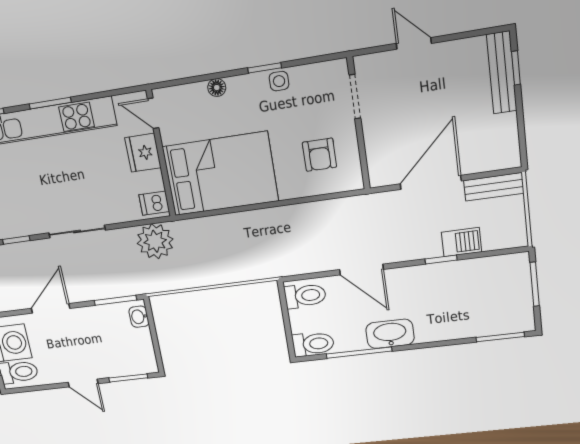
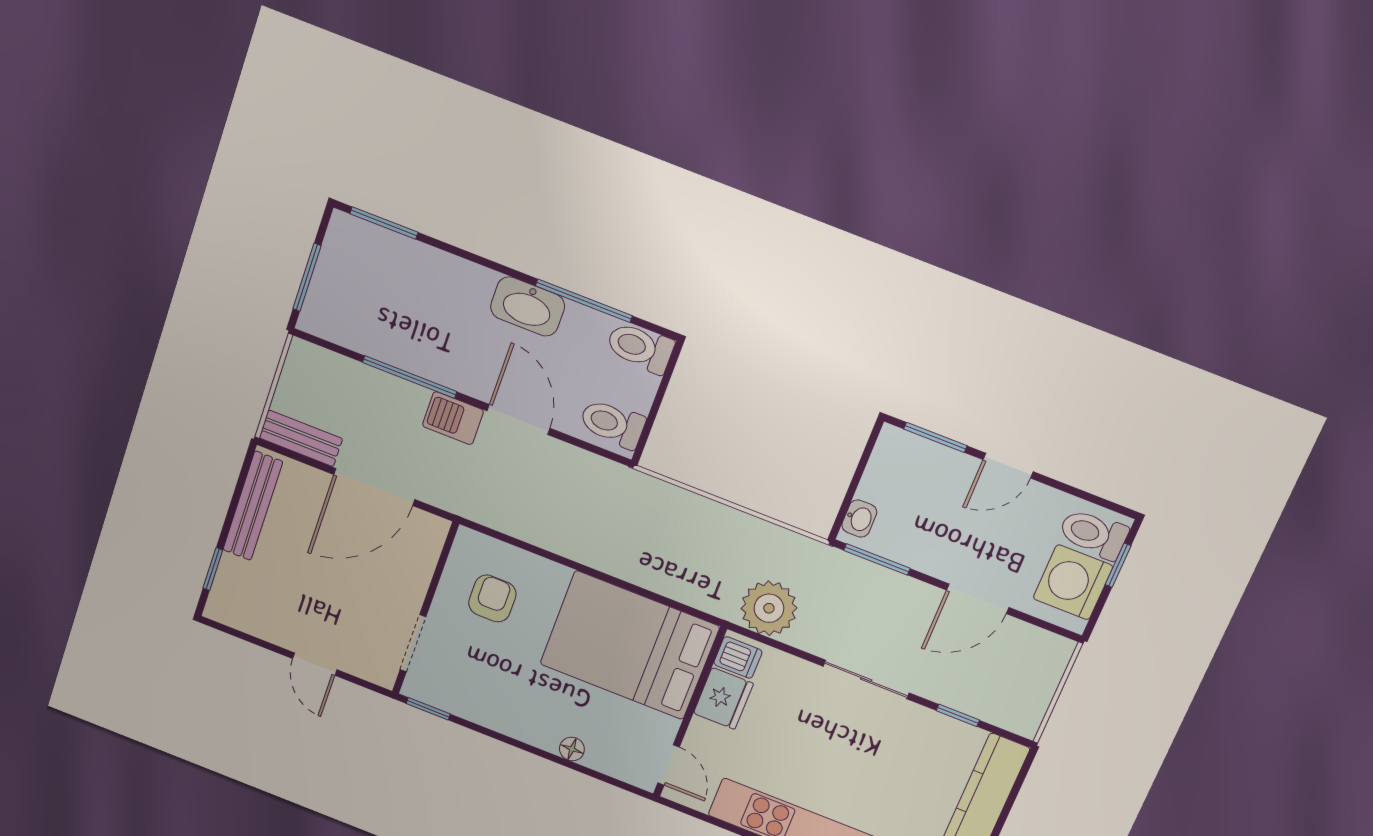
window: (265, 68) -> (428, 709), moved
bench: (502, 73) -> (253, 506), moved
side table: (279, 81) -> (493, 713), removed
fridge: (143, 153) -> (723, 698), moved
barbecue: (462, 242) -> (453, 418), moved
window: (441, 260) -> (410, 377), width x2.17
door: (83, 383) -> (1008, 466), swing flipped

